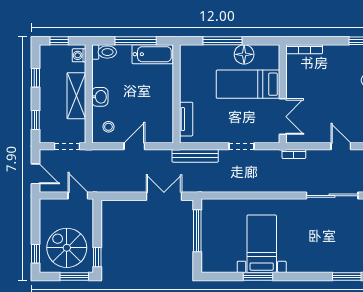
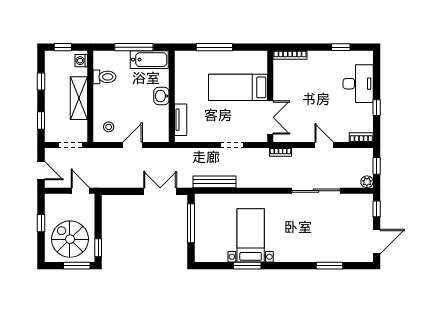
toilet: (104, 52) -> (105, 77), moved
floor lamp: (244, 54) -> (234, 60), removed
washbasin: (100, 97) -> (161, 96), moved, turned 180
bench: (195, 156) -> (215, 182), moved
window: (36, 254) -> (41, 223), moved

